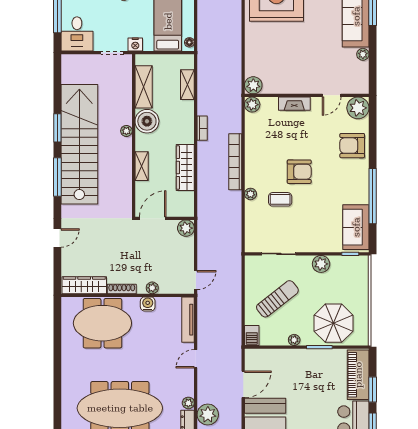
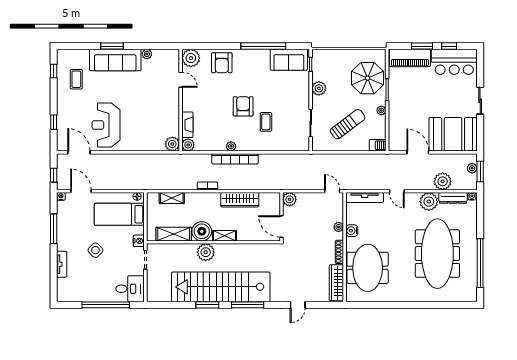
fireplace: (294, 104) -> (187, 125), moved
plant: (126, 131) -> (206, 252), width x1.88, depth x1.88
shelving: (142, 166) -> (224, 236), moved
plant: (250, 194) -> (231, 146), moved
door: (57, 238) -> (298, 305), swing flipped
sun lounger: (277, 299) -> (348, 124), turned 91
plant: (188, 403) -> (429, 202), width x1.88, depth x1.88

